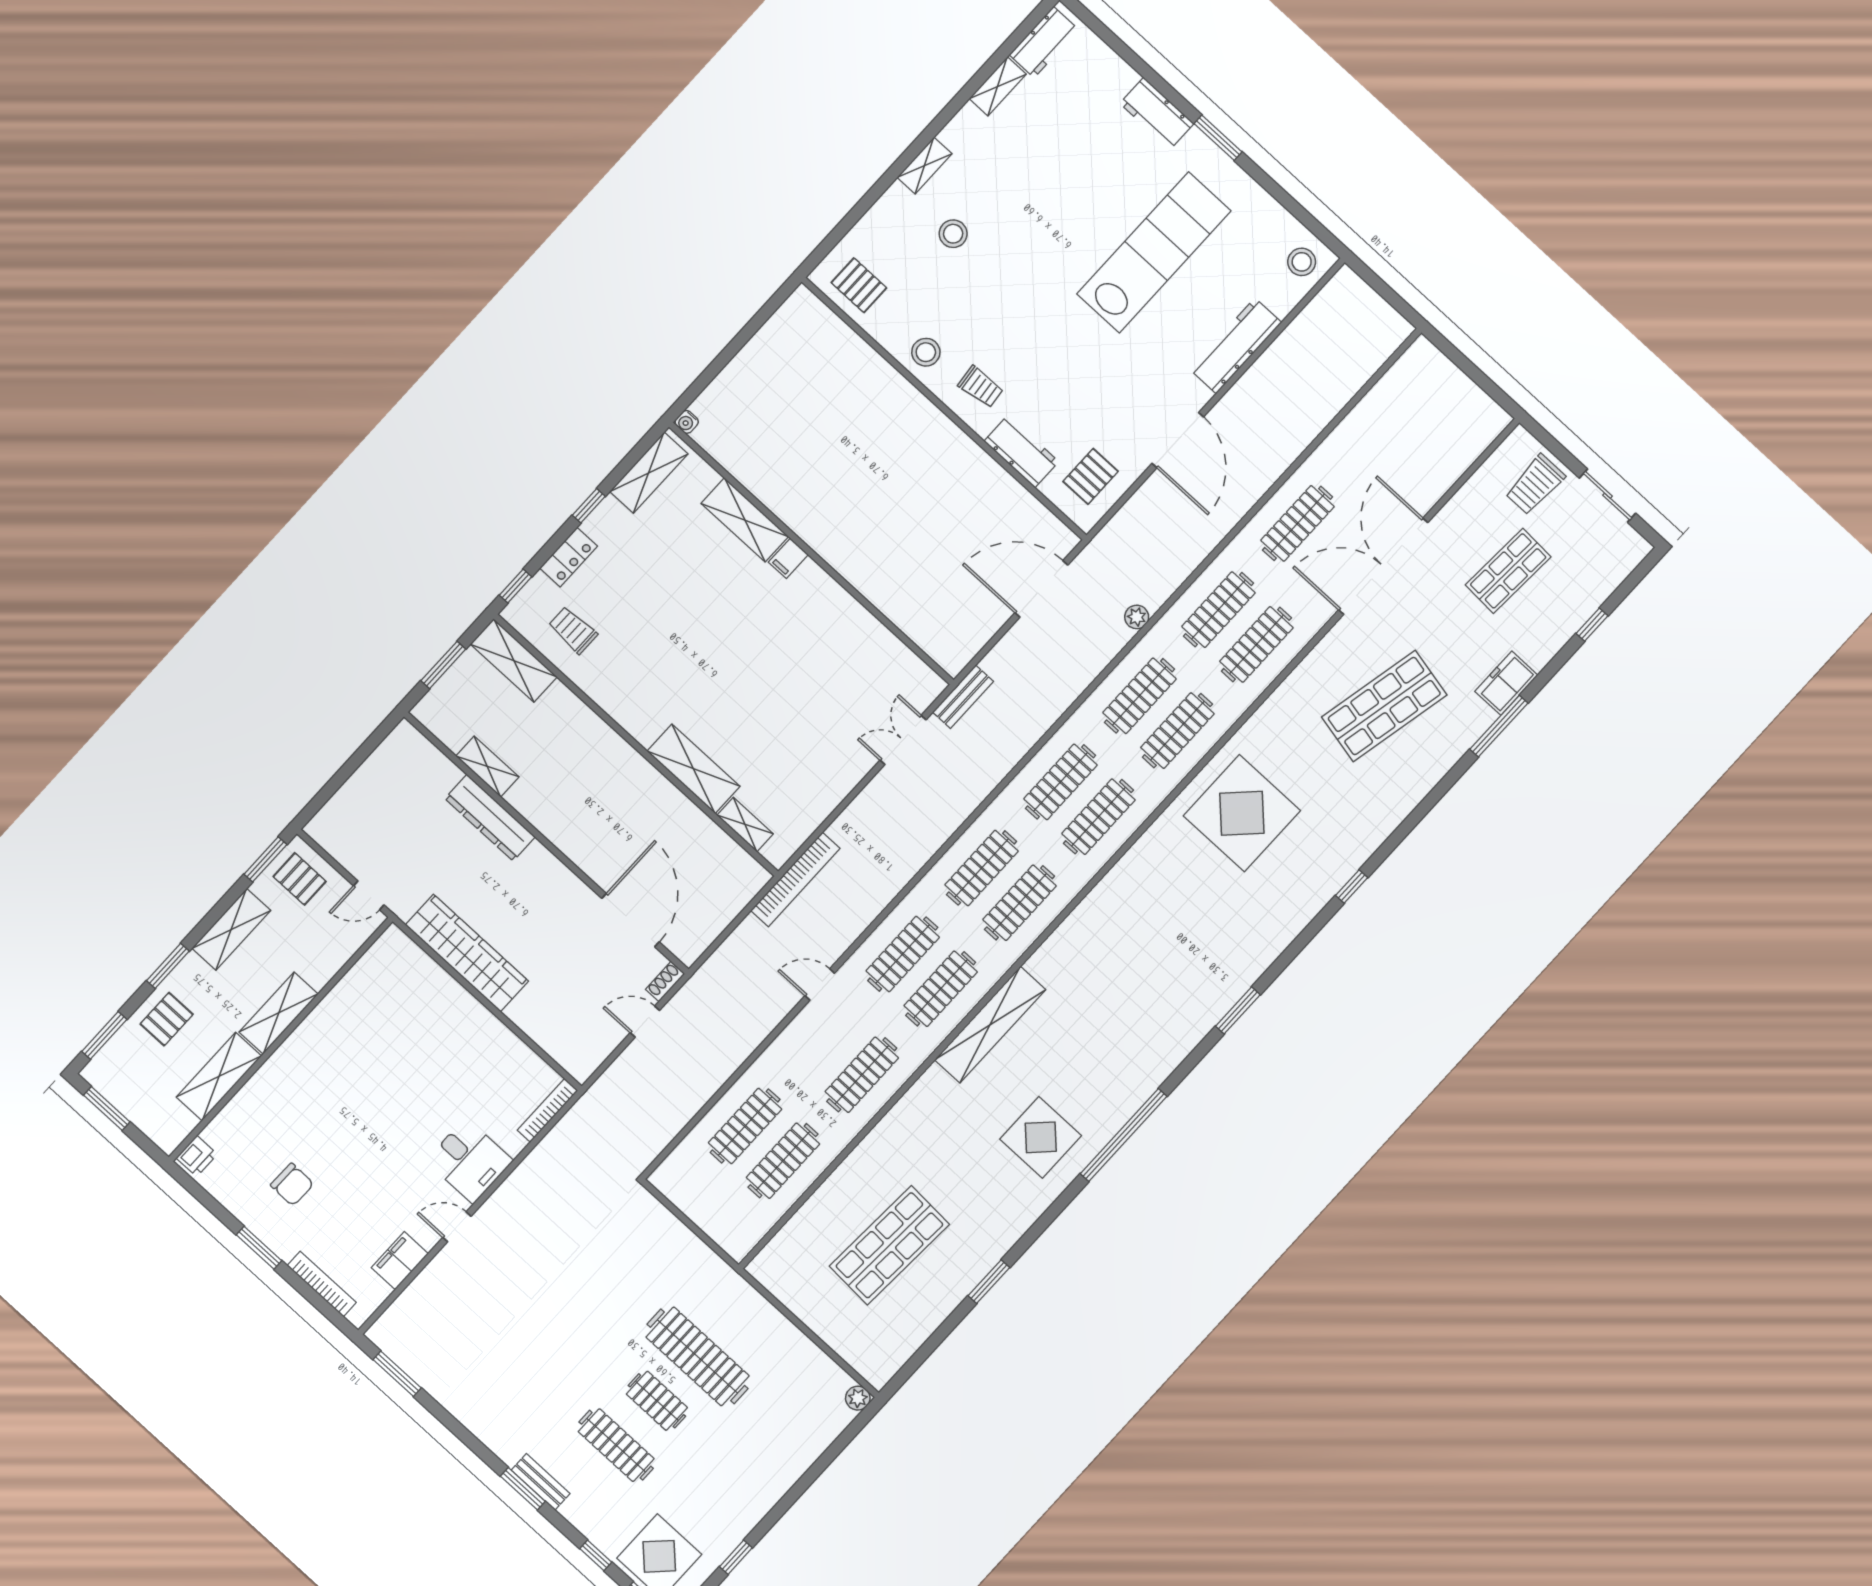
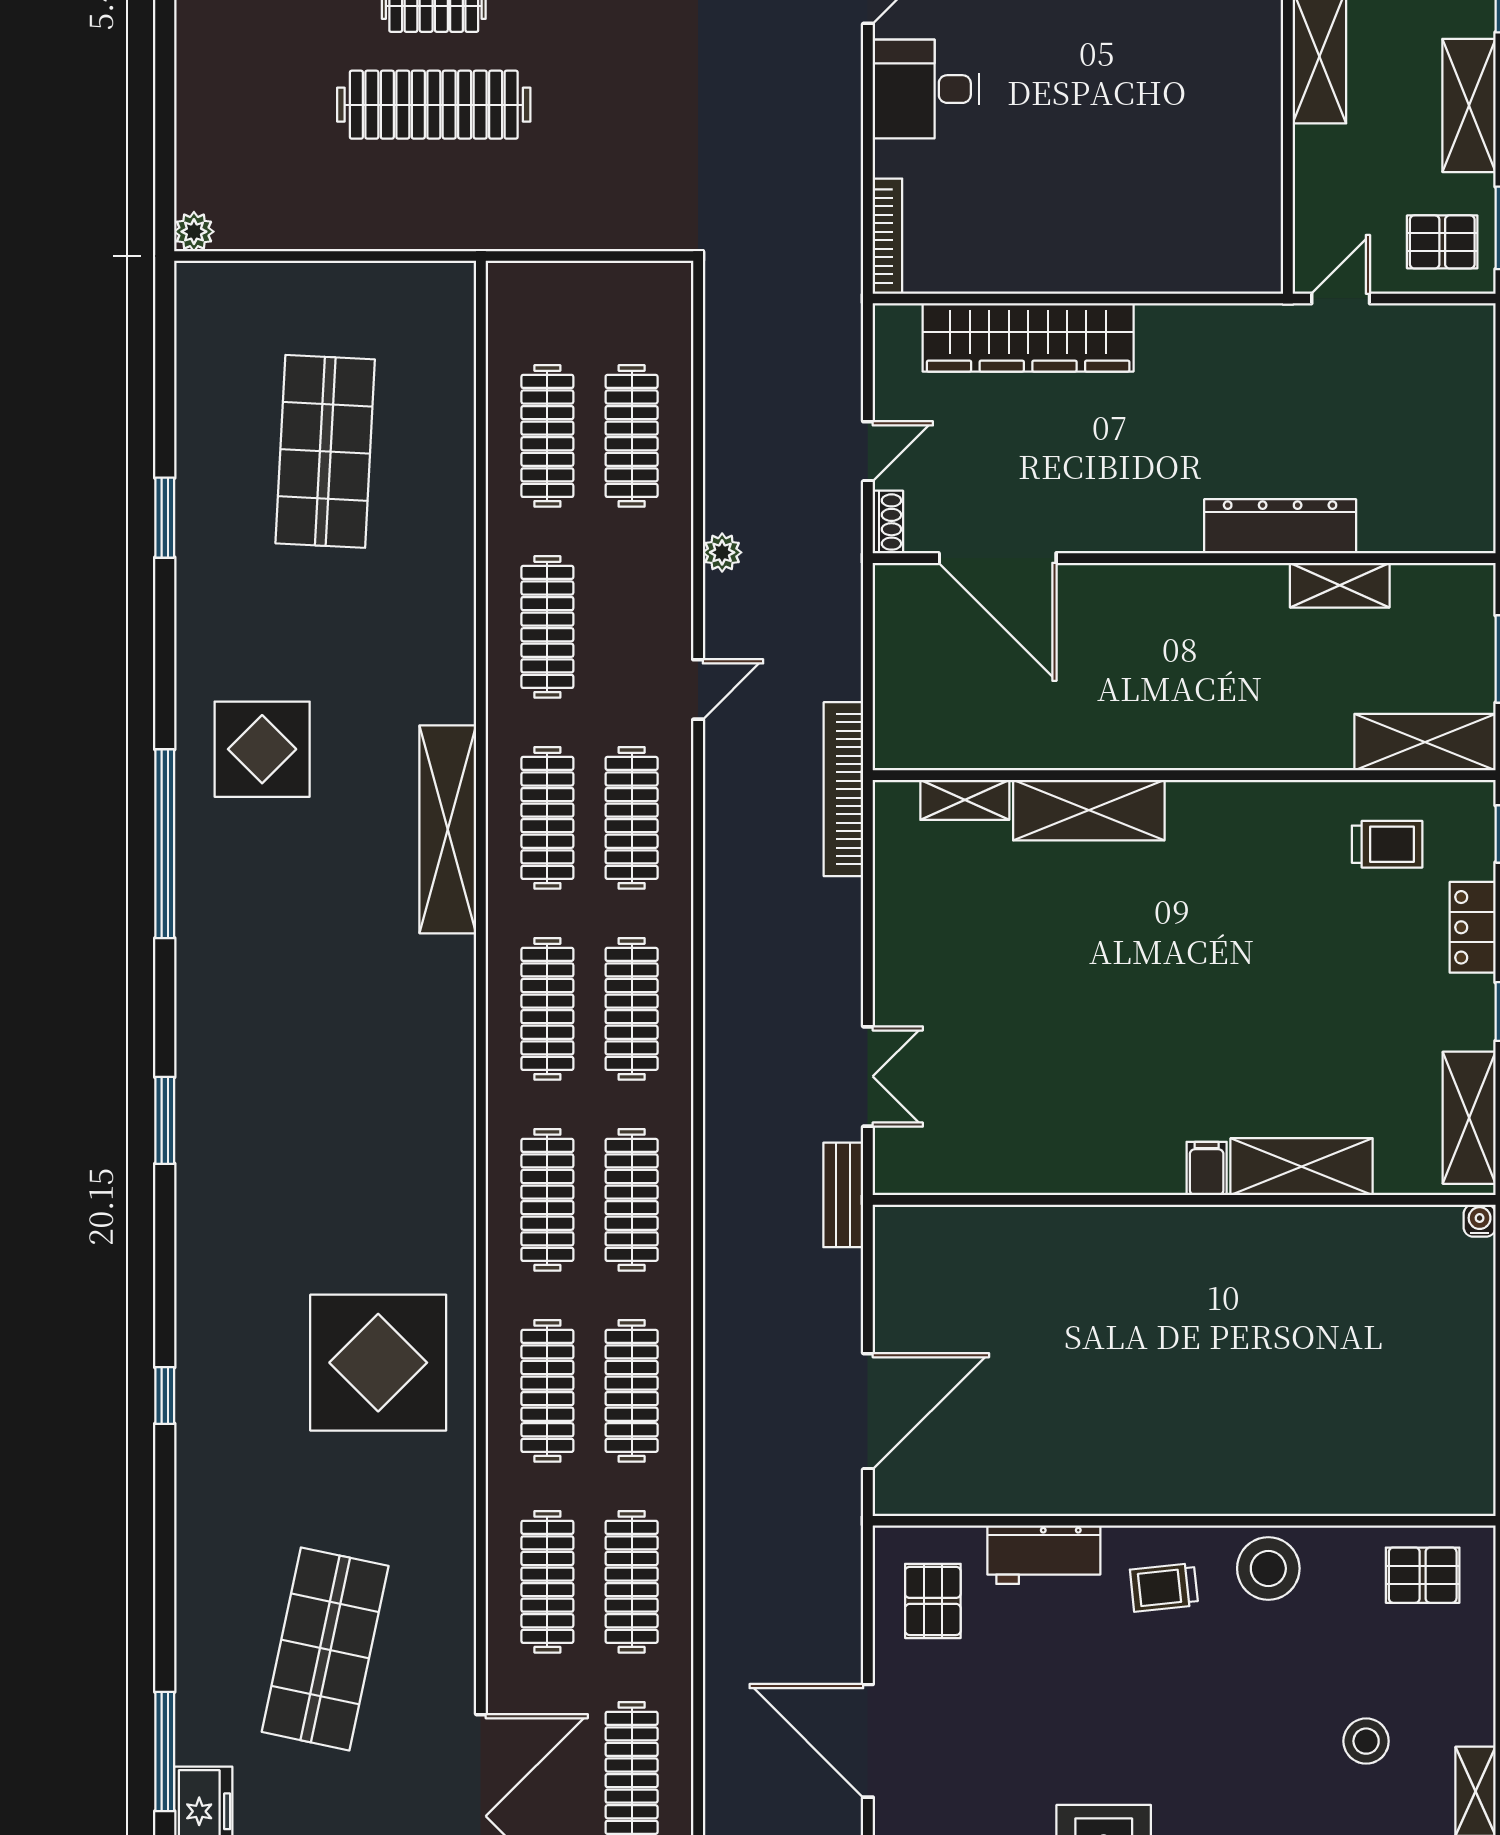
stool: (926, 352) -> (1268, 1568), width x1.38, depth x1.38
plant: (1137, 617) -> (722, 552), moved
wardrobe: (467, 953) -> (1028, 337), moved

